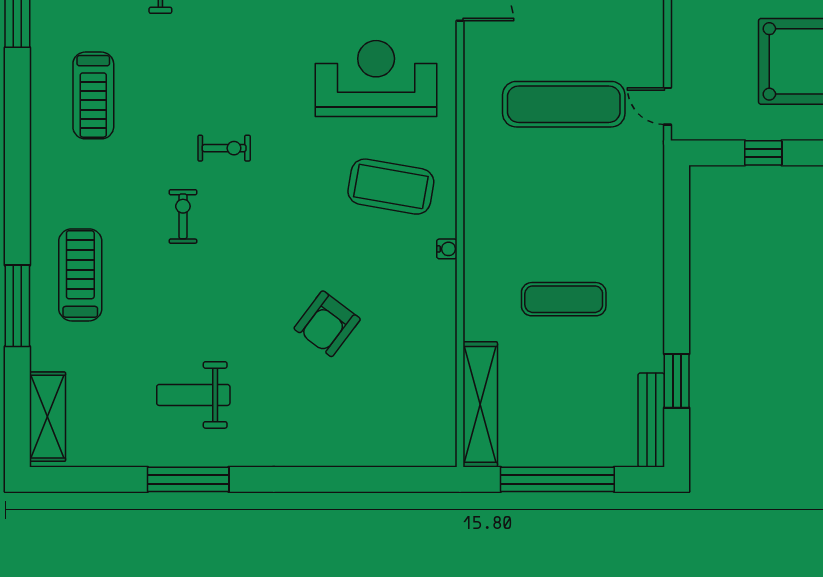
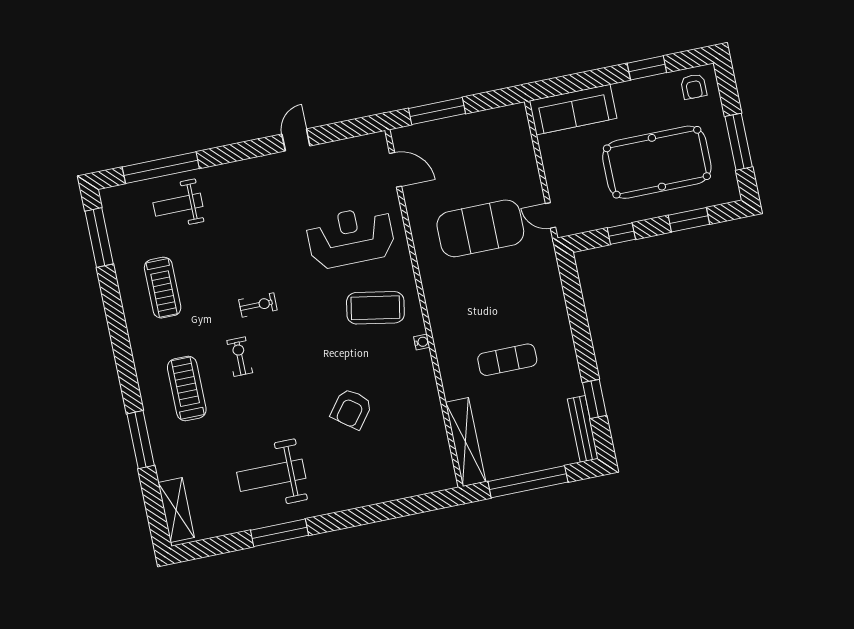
exercise mat: (564, 104) -> (480, 228), width x1.47
treadmill: (80, 275) -> (187, 389), moved
weight bench: (193, 395) -> (271, 475), width x1.36, depth x1.33

